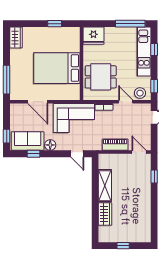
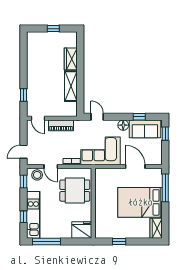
bed: (57, 68) -> (140, 202), moved, turned 180

